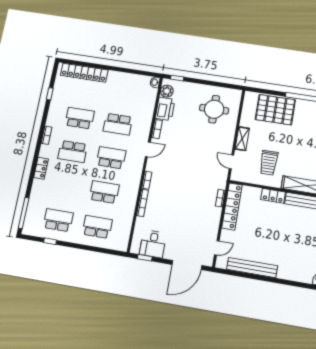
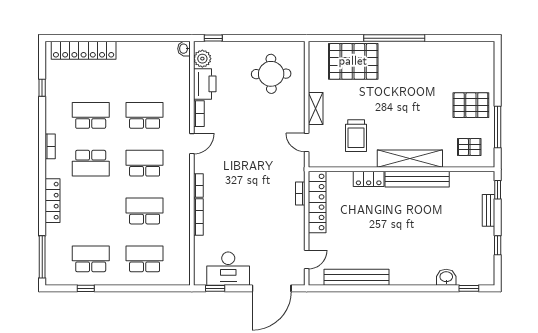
school desk: (118, 124) -> (145, 115), turned 180
locker: (41, 168) -> (53, 201), width x1.53
desk: (153, 244) -> (228, 269), width x1.37

